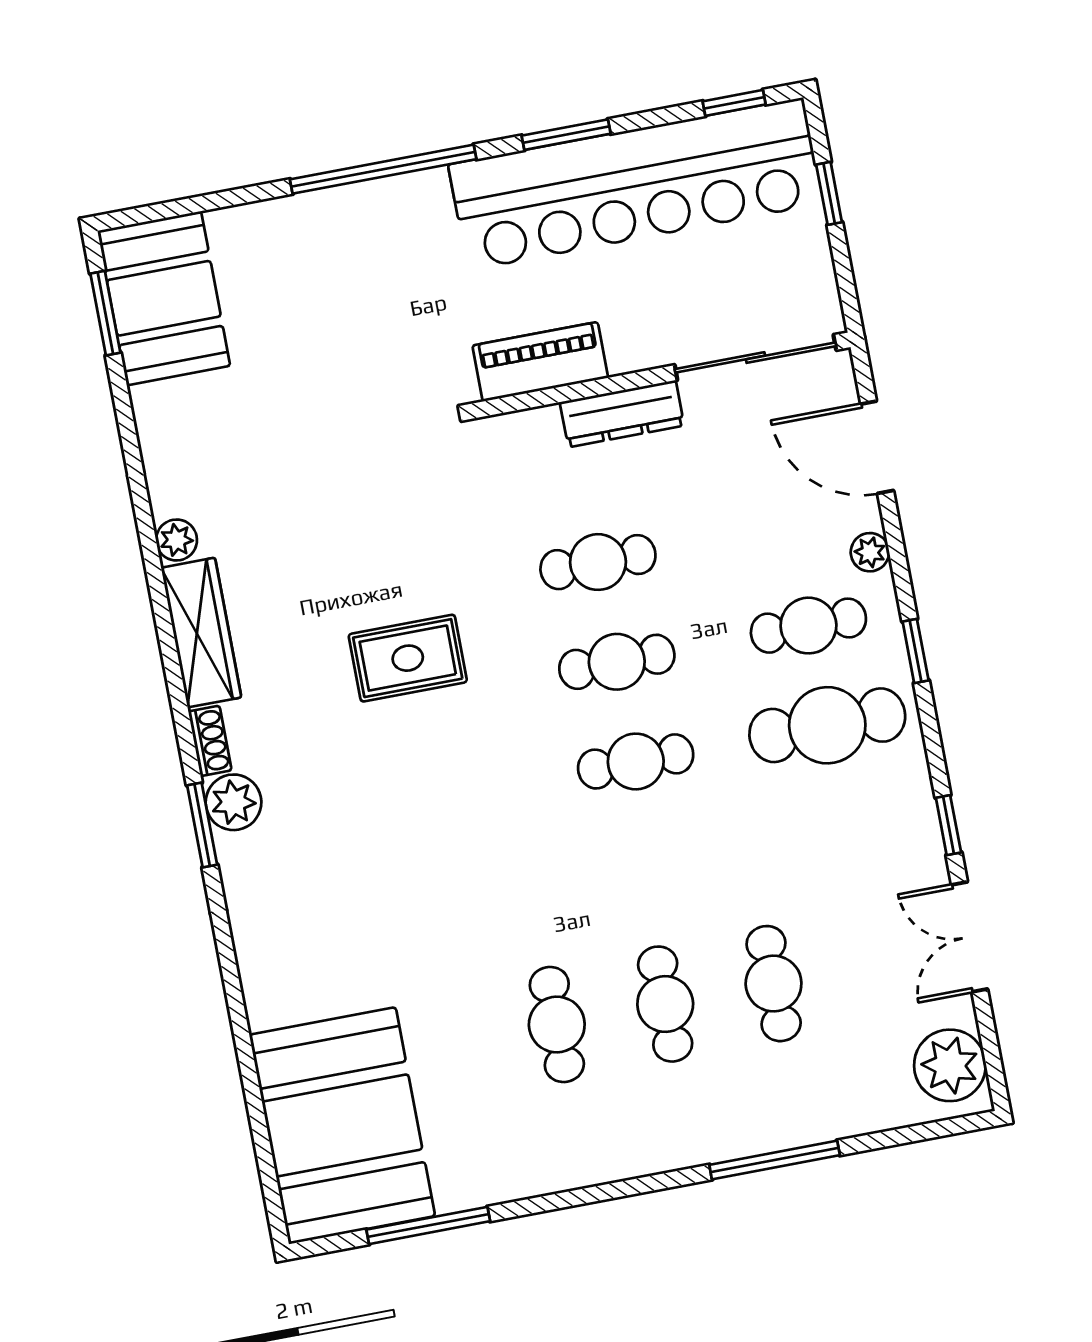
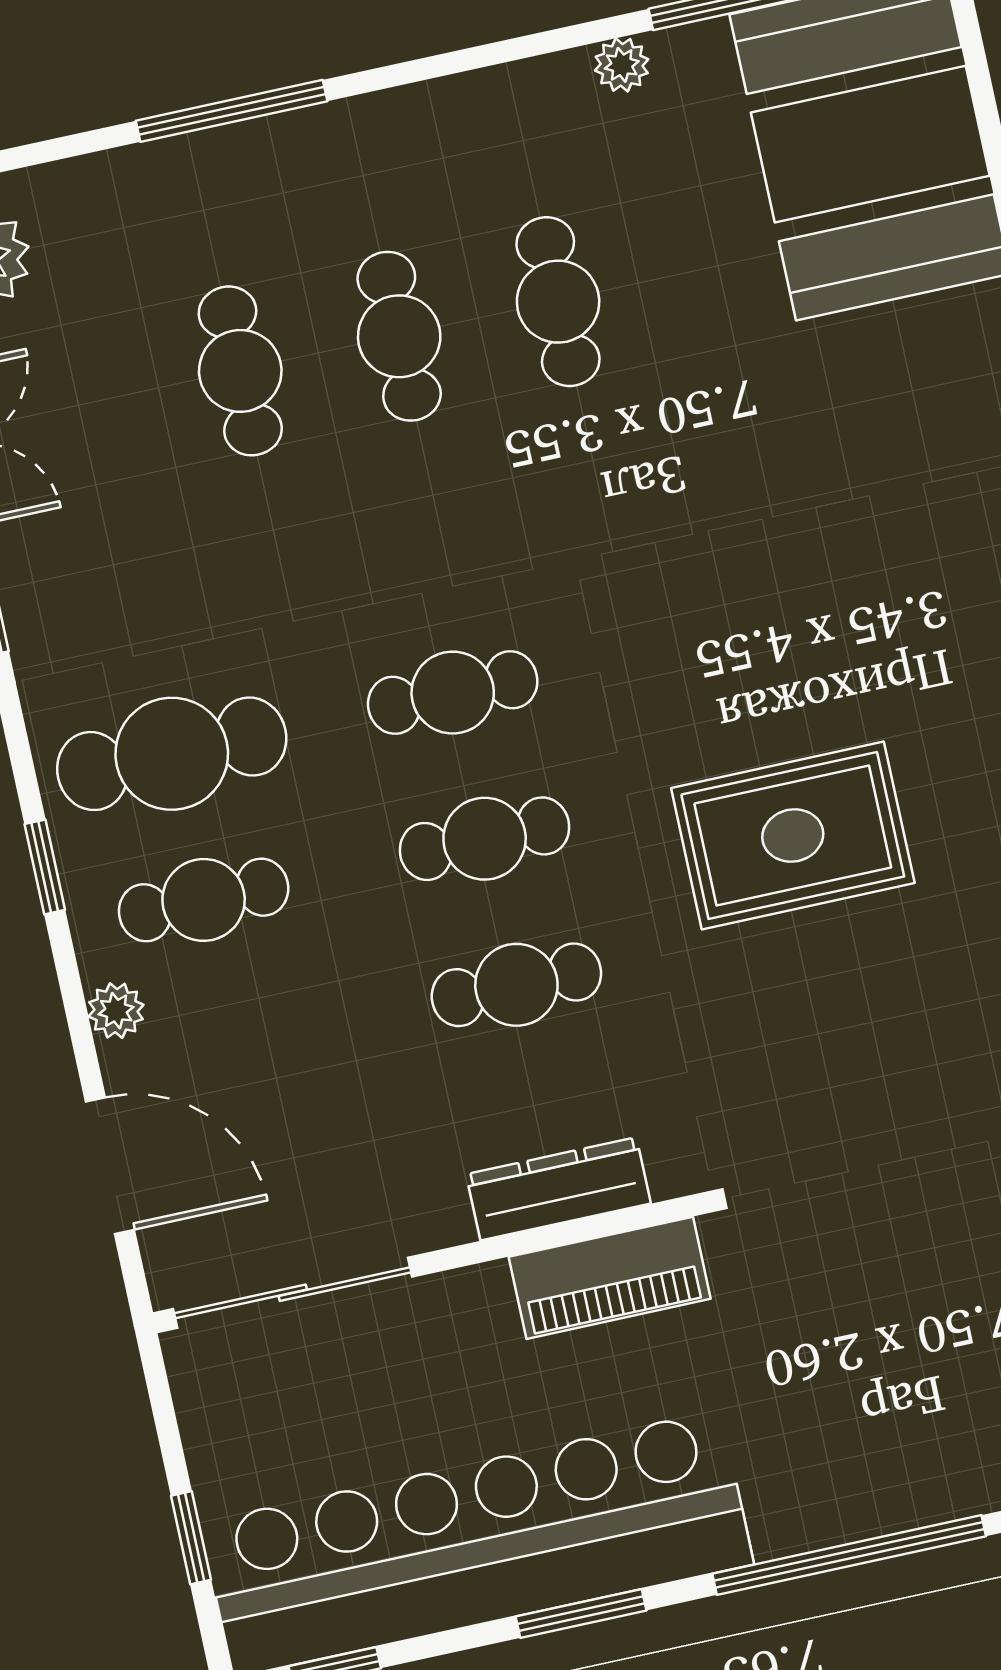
dresser: (622, 414) -> (558, 1189), moved
rug: (408, 658) -> (793, 835), width x1.36, depth x1.43
plant: (509, 1184) -> (622, 65), added

